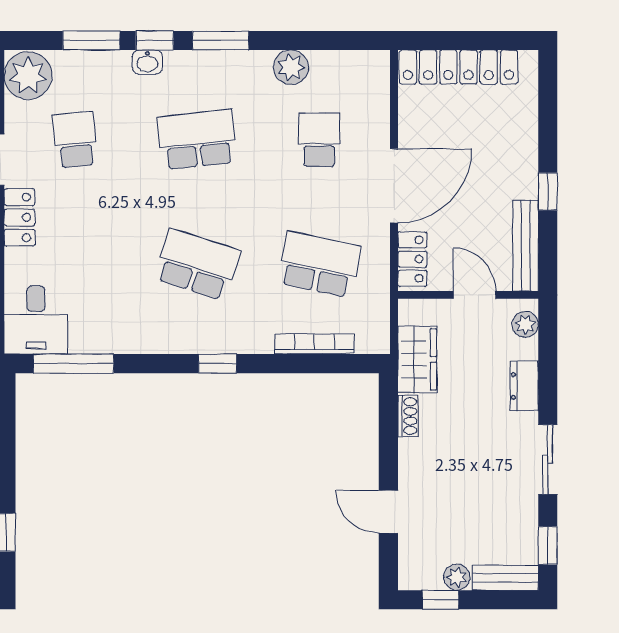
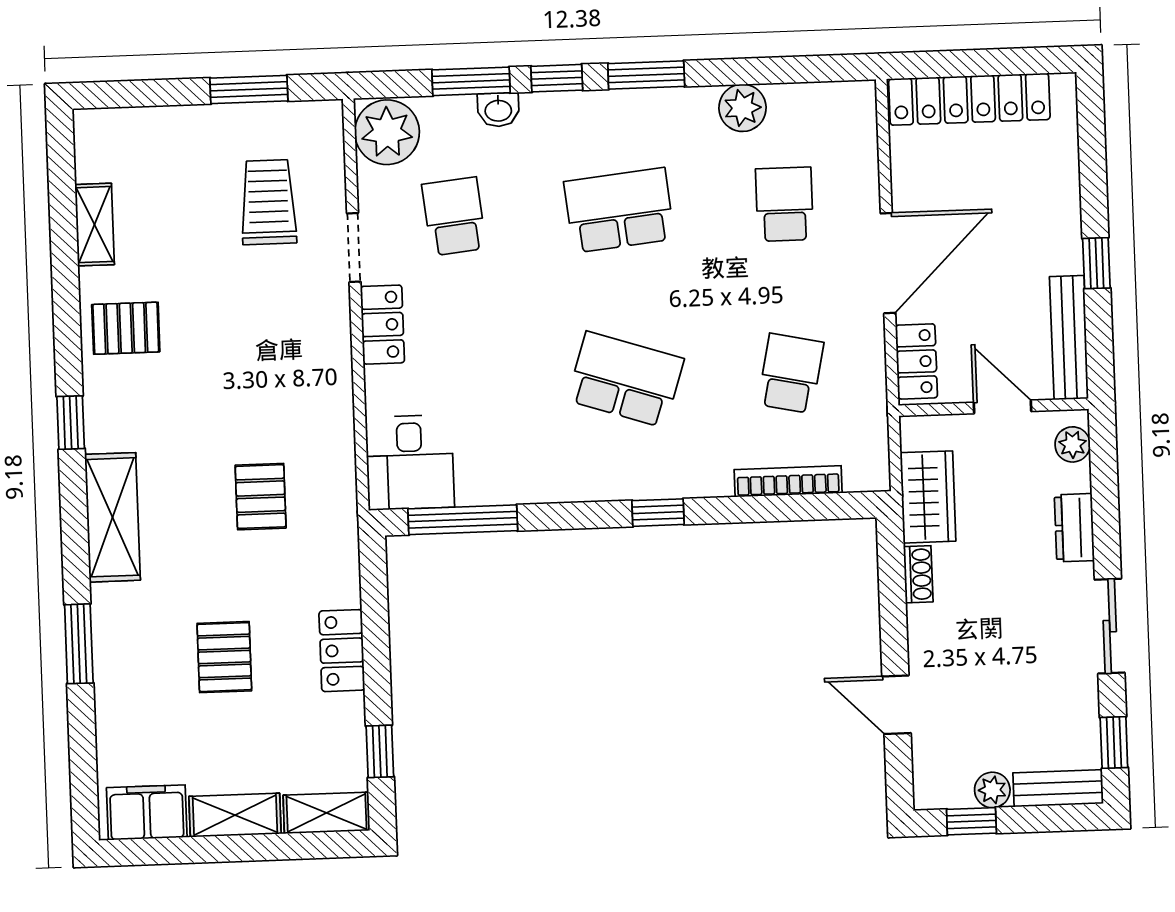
washbasin: (147, 62) -> (498, 110), moved
school desk: (319, 264) -> (791, 373), width x0.54

